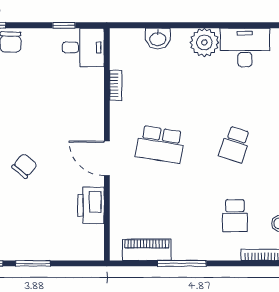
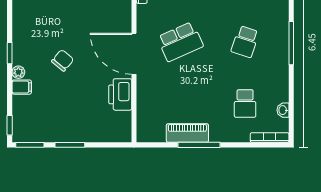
school desk: (160, 144) -> (180, 42), turned -33
door: (107, 158) -> (134, 54), width x1.36
piano: (147, 250) -> (187, 133), moved

